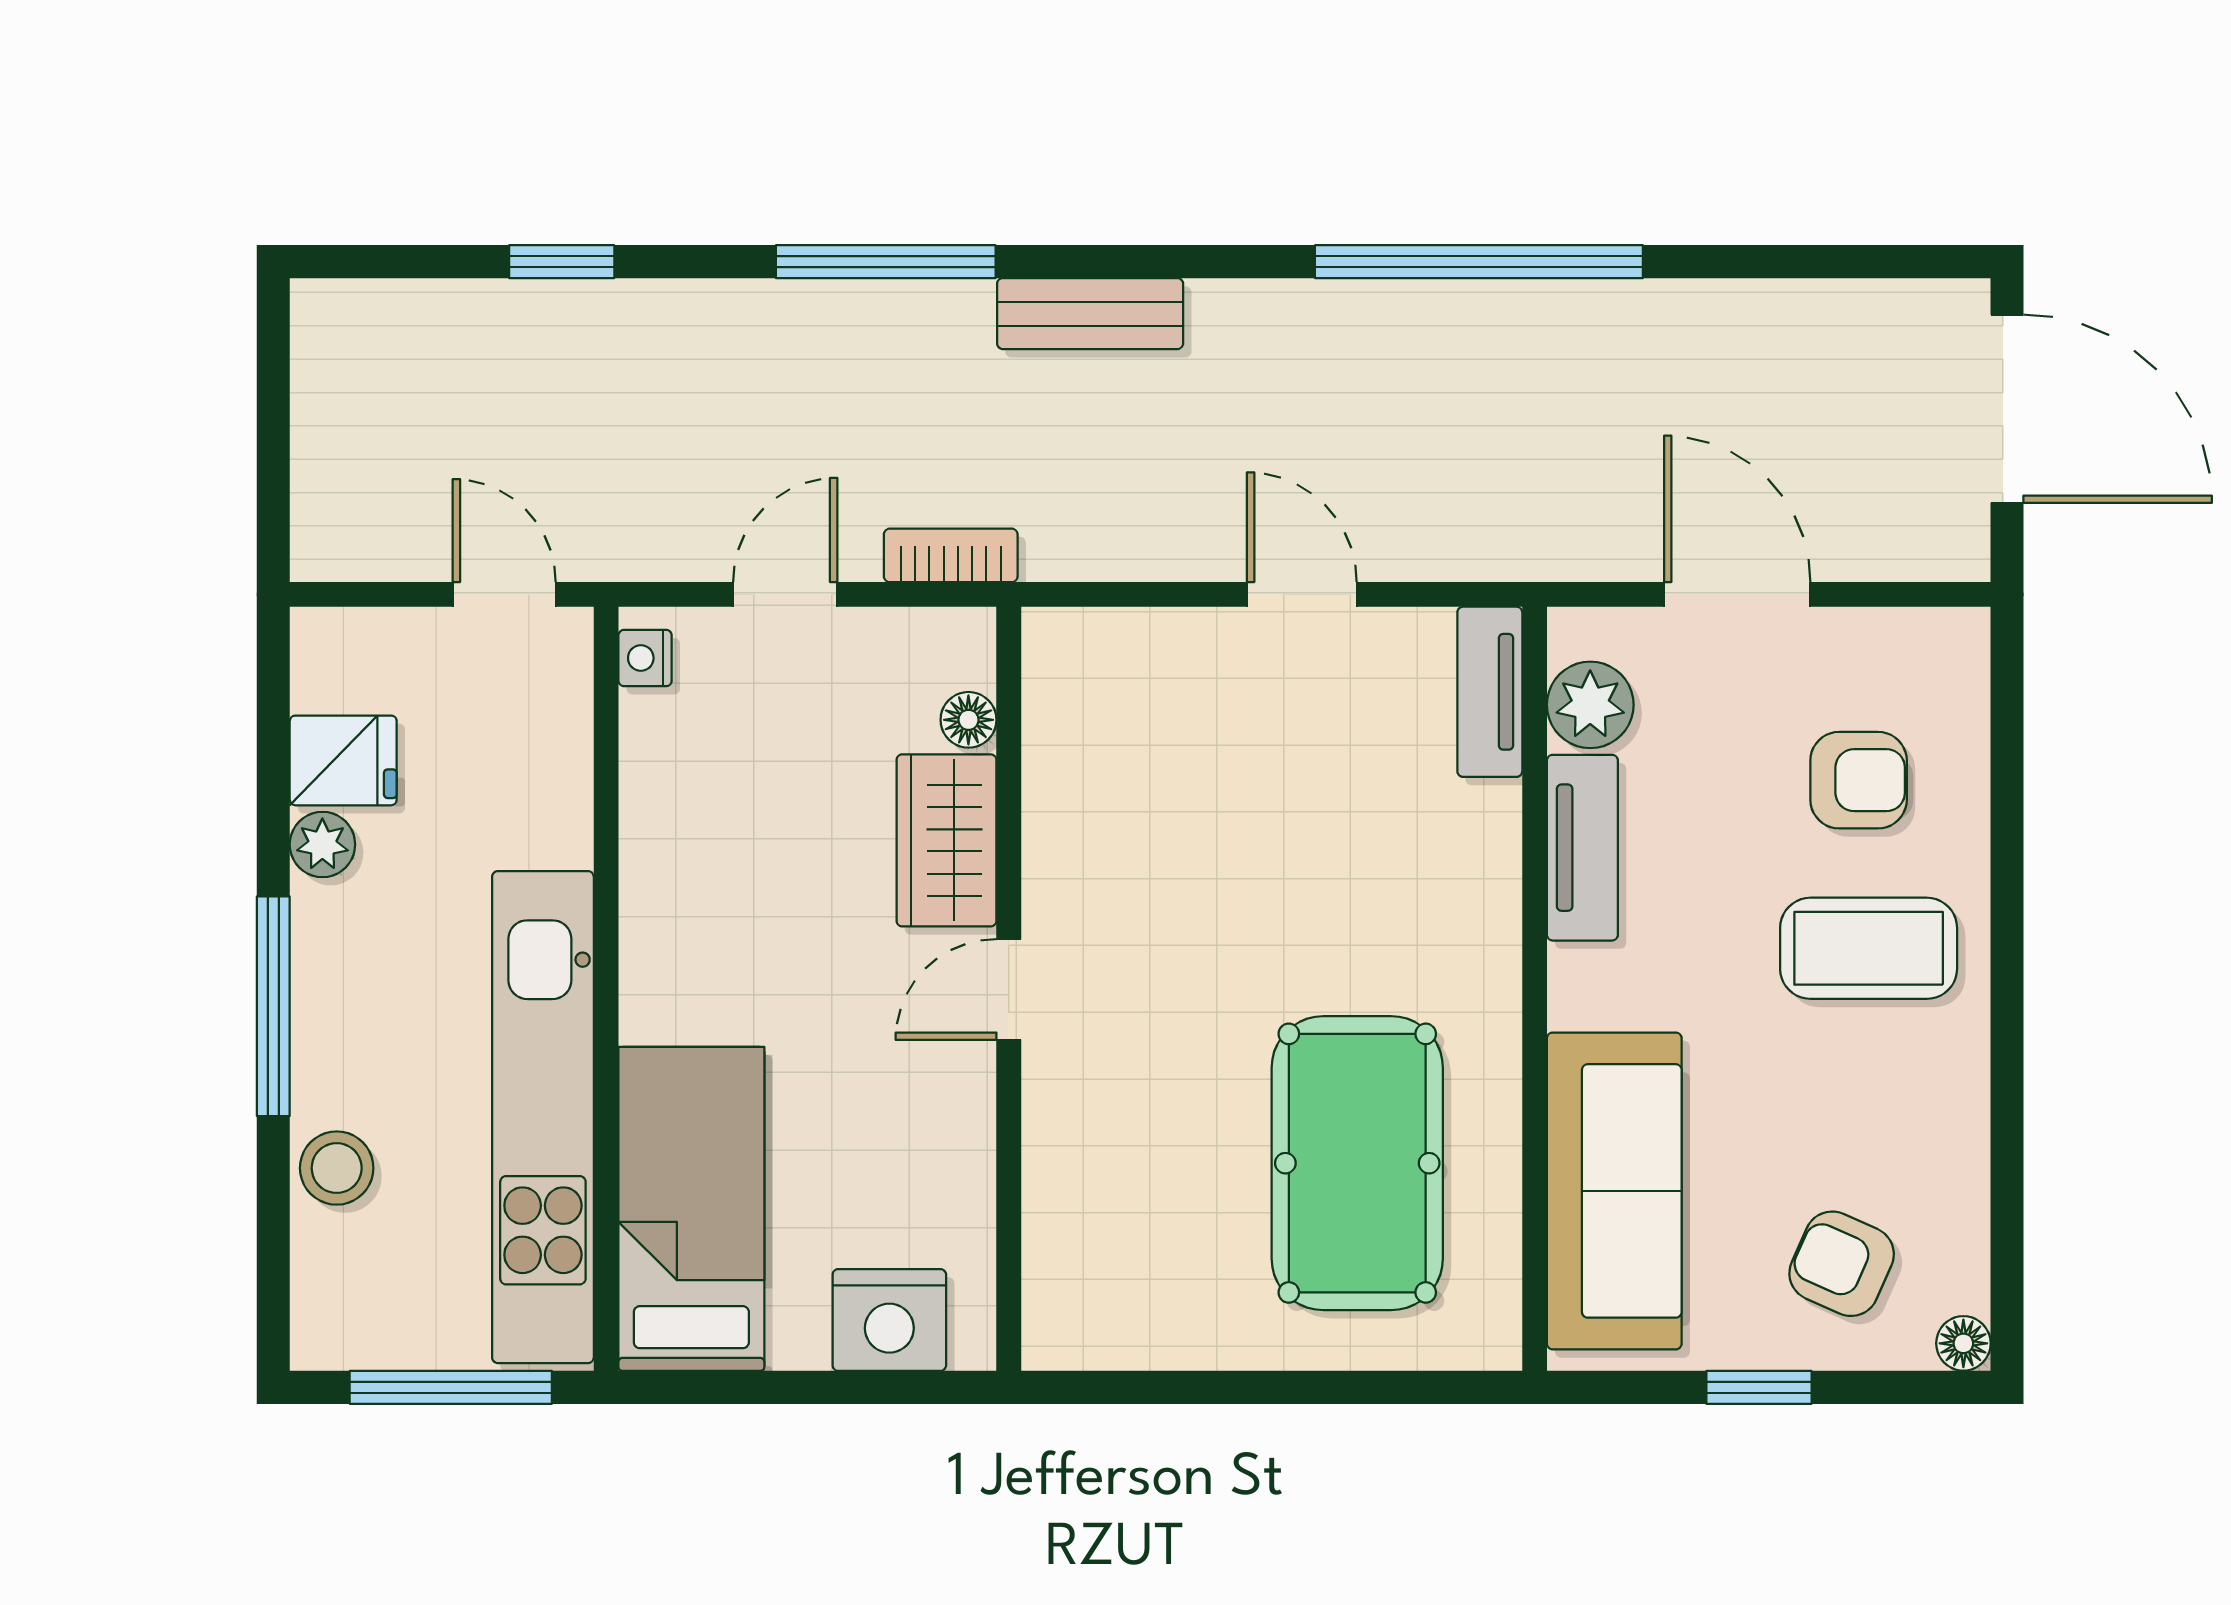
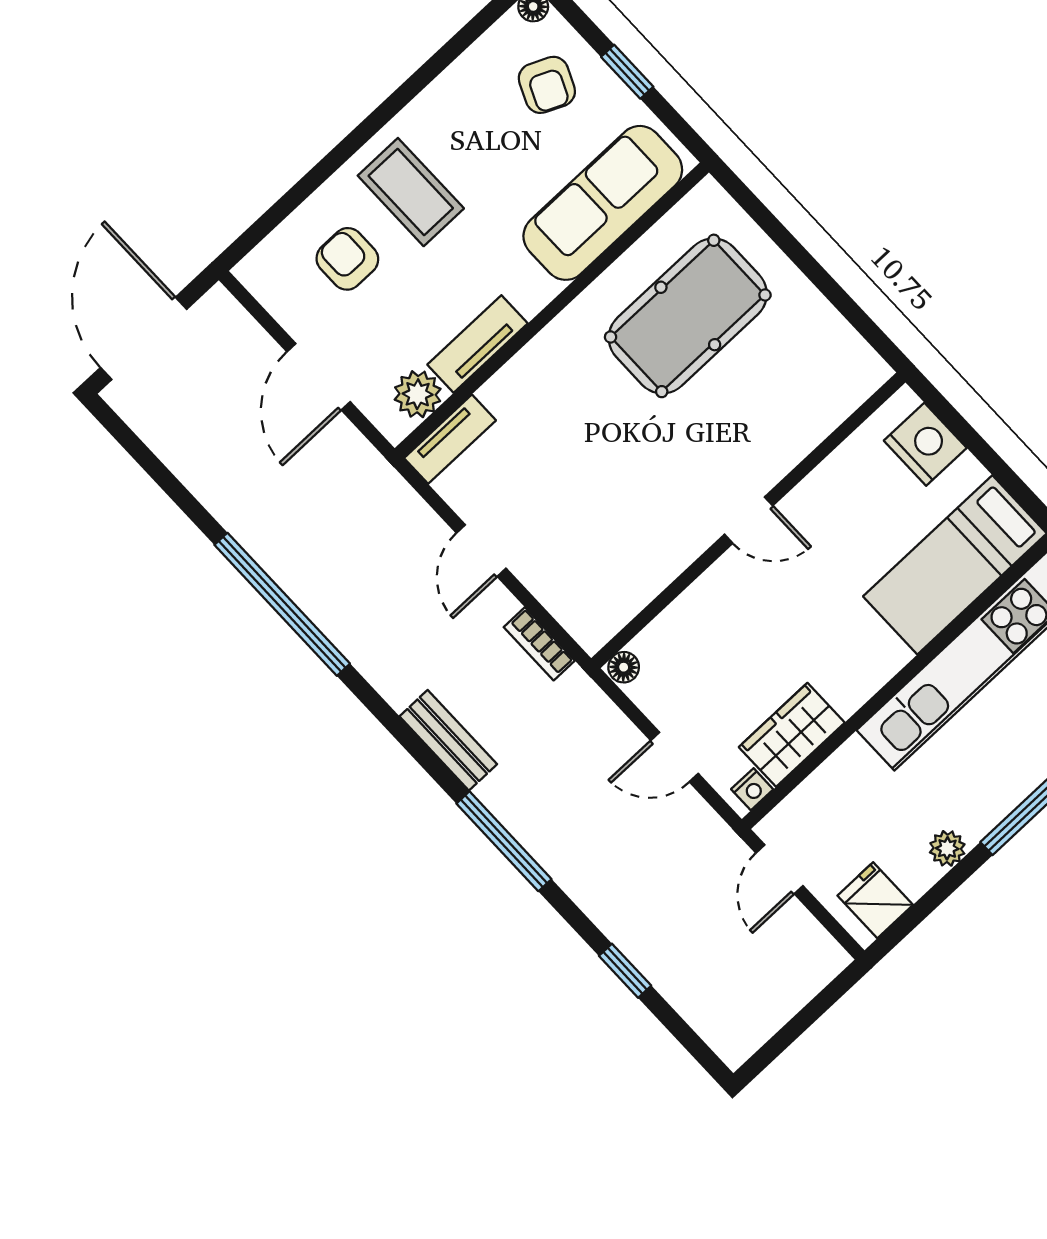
bookcase: (951, 555) -> (539, 644), moved
floor lamp: (968, 720) -> (624, 667), moved
fridge: (343, 760) -> (875, 900), moved
wardrobe: (946, 840) -> (792, 735), moved, turned 180

